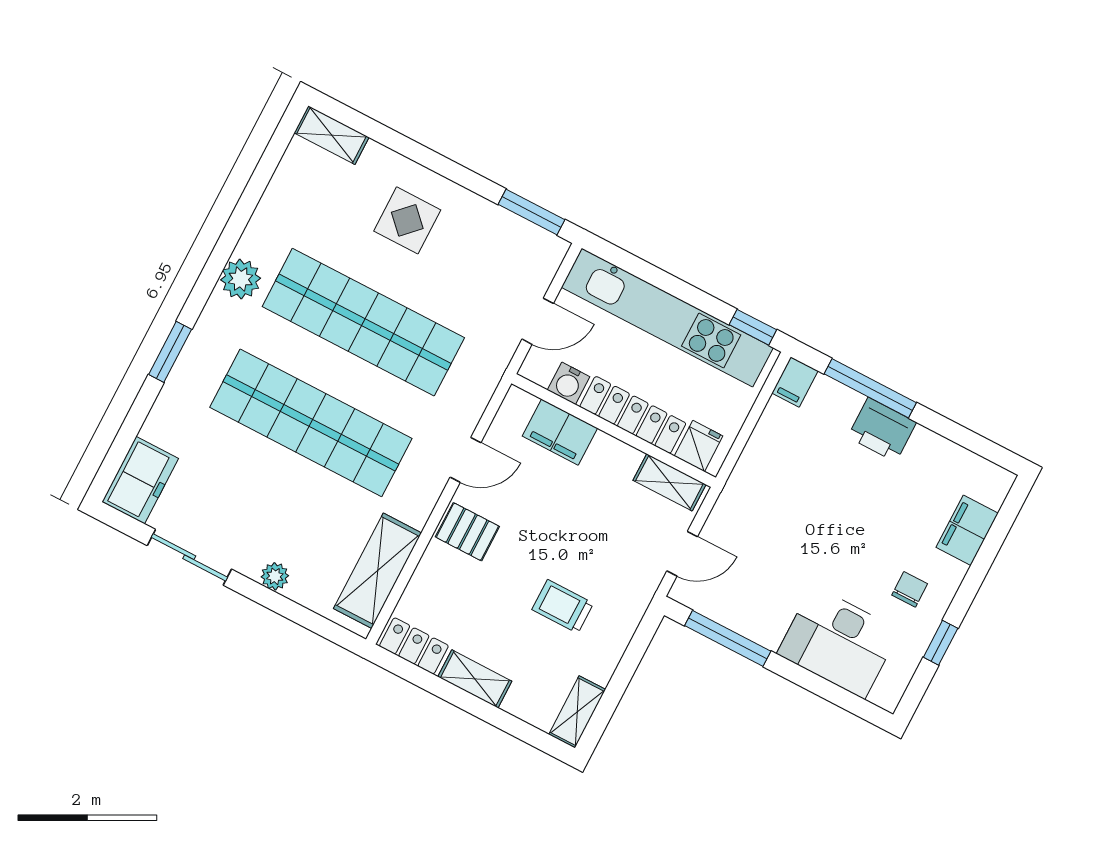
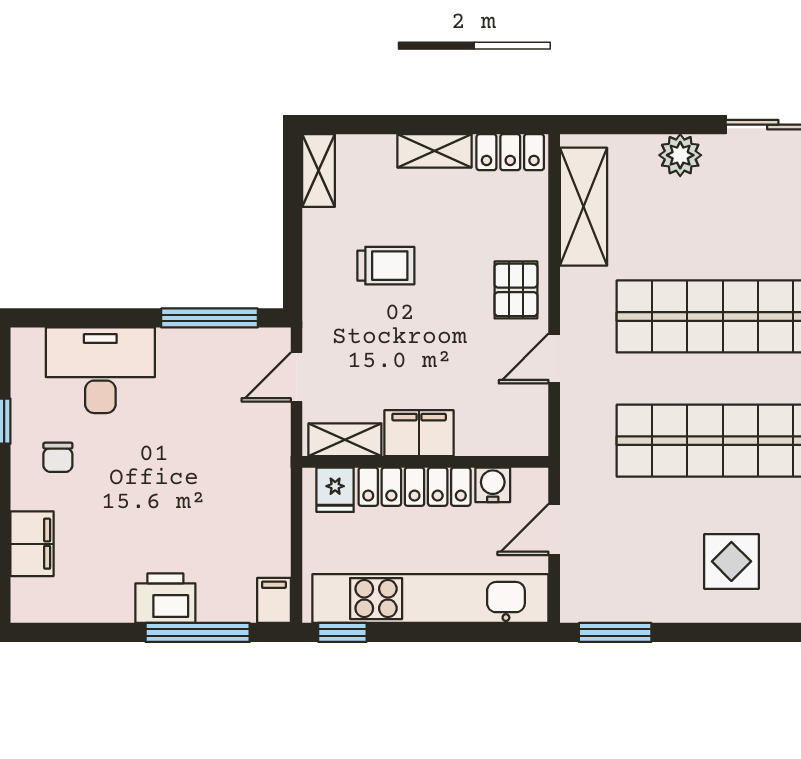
filing cabinet: (560, 432) -> (419, 433), moved
pallet: (467, 532) -> (516, 290), turned 90
plant: (275, 576) -> (680, 155), width x1.38, depth x1.38

